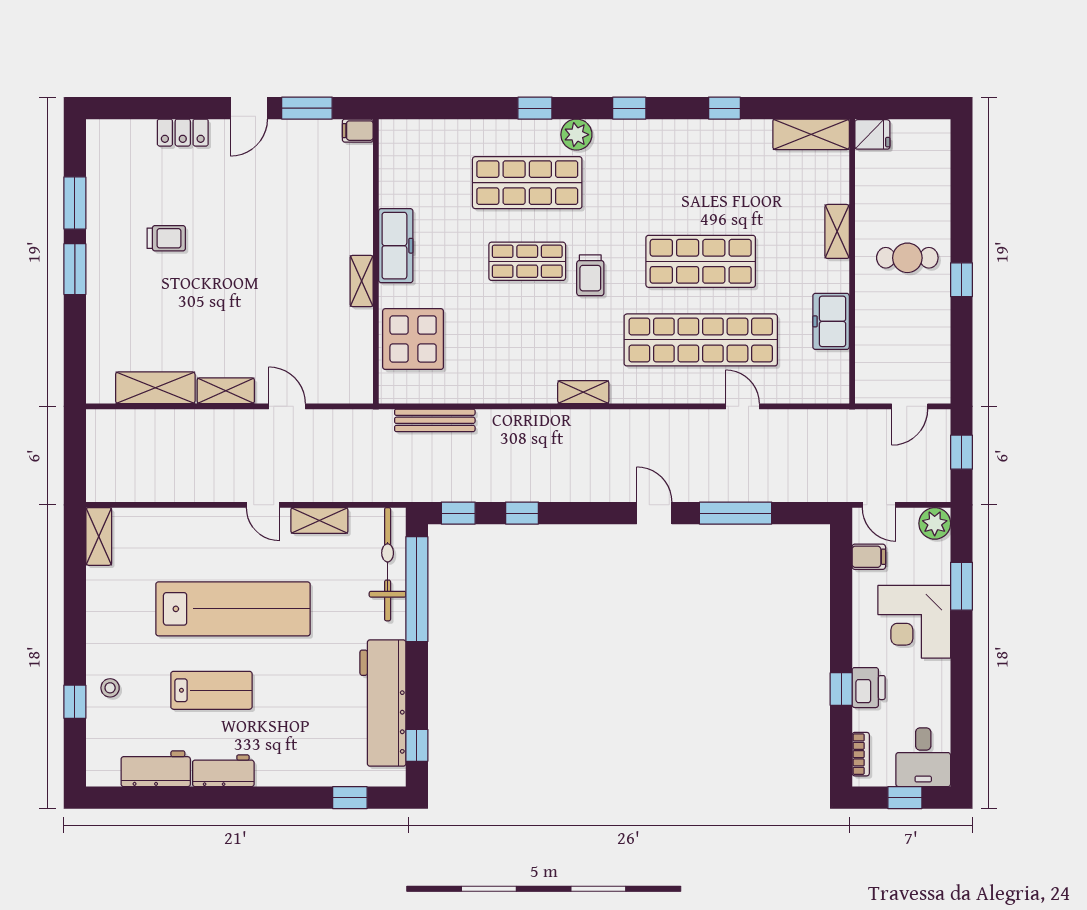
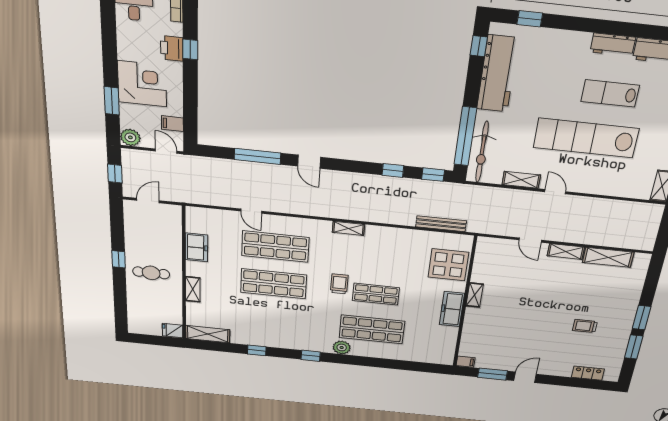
window: (535, 108) -> (364, 361), removed
locker: (183, 133) -> (588, 373), moved
shop shelf: (701, 340) -> (275, 247), width x0.71

